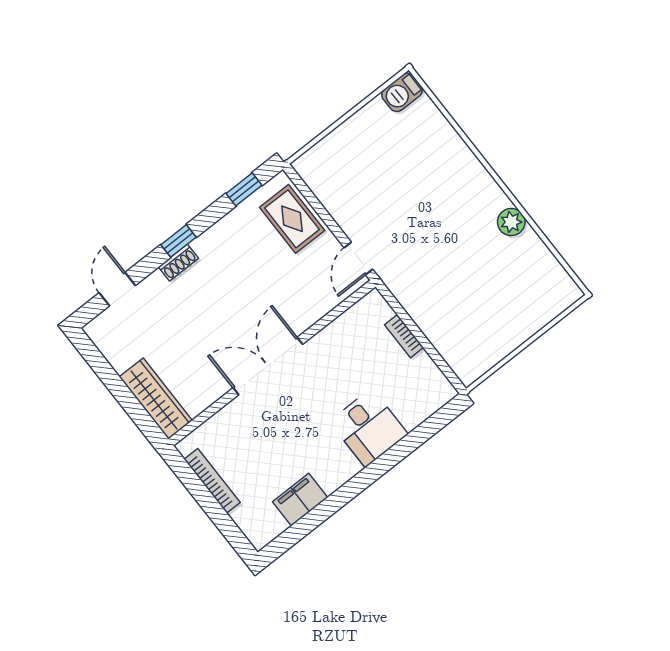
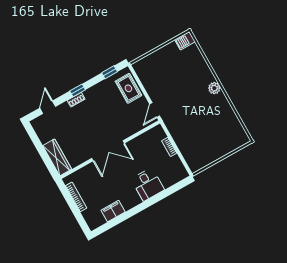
plant: (511, 222) -> (214, 88), moved
double door: (268, 366) -> (108, 151), swing flipped

